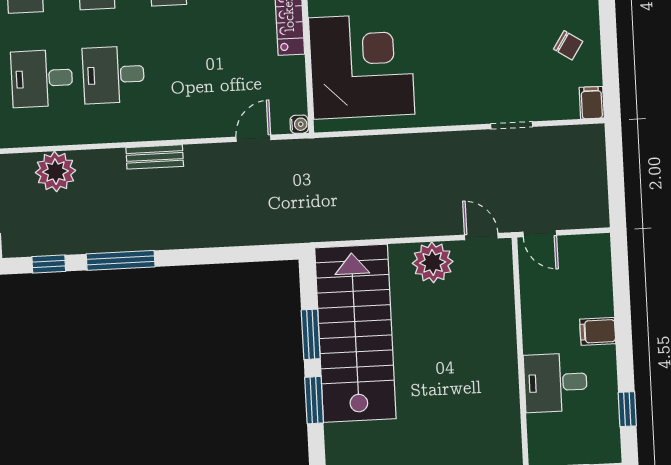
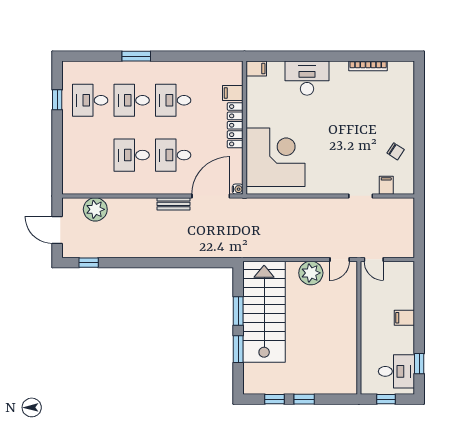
desk: (42, 78) -> (173, 155), moved
filing cabinet: (592, 103) -> (386, 185), moved
door: (253, 138) -> (211, 196), width x1.88
bench: (155, 157) -> (173, 204), moved
door: (481, 237) -> (340, 259), swing flipped
window: (121, 260) -> (130, 263), removed
desk: (556, 383) -> (396, 371), moved, turned 180

